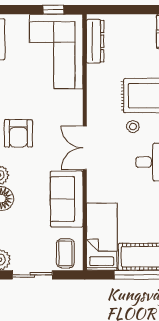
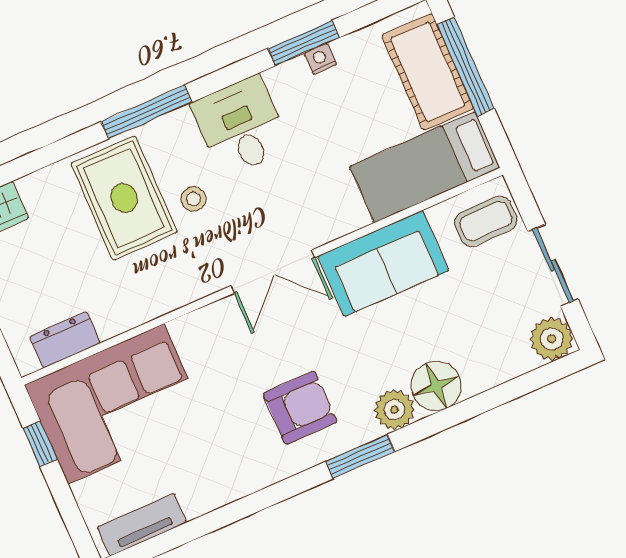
dresser: (95, 41) -> (65, 340), width x0.70

